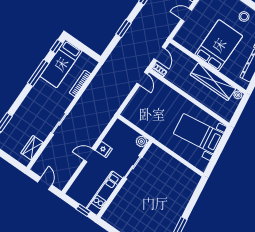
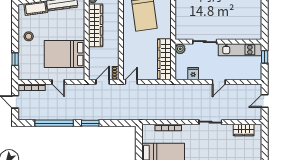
window: (124, 28) -> (90, 123), moved
bed: (219, 45) -> (64, 54), moved
wardrobe: (142, 121) -> (164, 59), added
fridge: (104, 150) -> (193, 74), moved
door: (89, 155) -> (219, 82), hinge flipped

